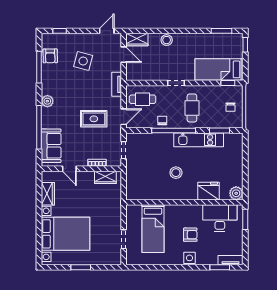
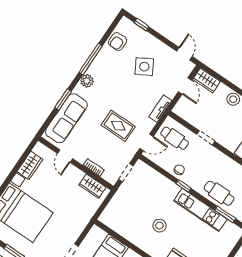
door: (107, 31) -> (184, 54), hinge flipped
side table: (83, 61) -> (144, 67), turned 45
window: (39, 67) -> (91, 59), moved
doorway: (176, 83) -> (206, 138), moved
cafe table: (192, 108) -> (219, 193), moved, turned 90
window: (39, 127) -> (63, 99), width x0.47
window: (174, 131) -> (183, 186), width x0.32
sofa: (51, 146) -> (66, 118), width x1.36

